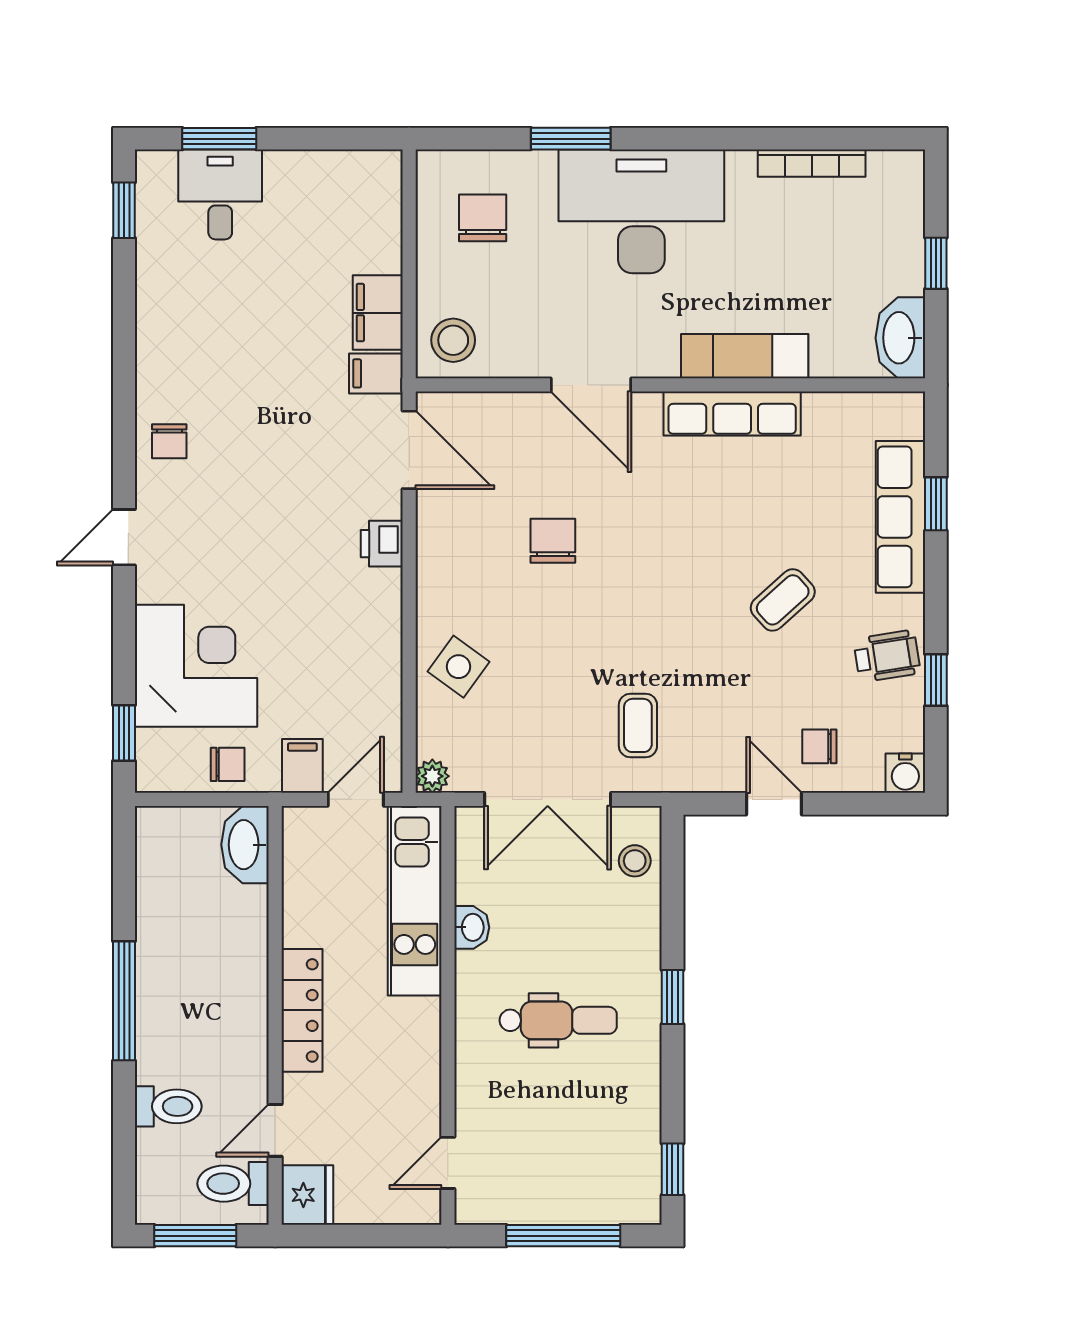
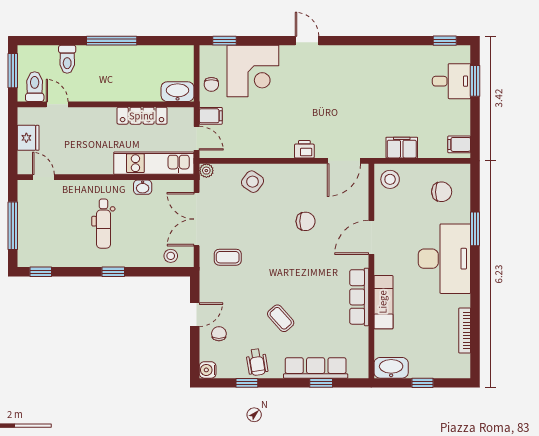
filing cabinet: (376, 373) -> (459, 144), moved, turned -90
chair: (169, 441) -> (347, 60), removed
locker: (302, 1010) -> (142, 116), moved
fridge: (307, 1195) -> (28, 138), moved, turned -90

